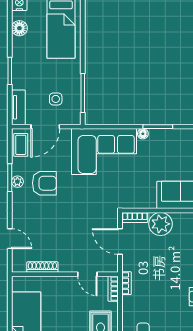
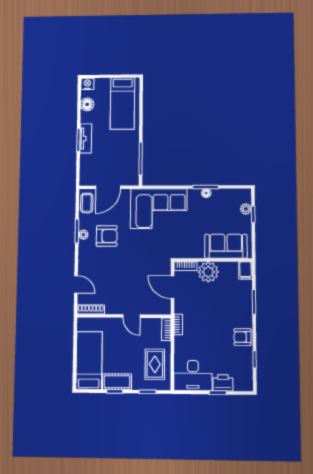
side table: (56, 99) -> (117, 164), removed
tv unit: (18, 107) -> (86, 138), moved
floor lamp: (143, 134) -> (206, 193), moved
shoe rack: (42, 267) -> (91, 309), moved
door: (87, 274) -> (131, 316), moved

